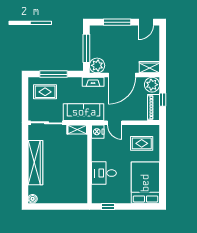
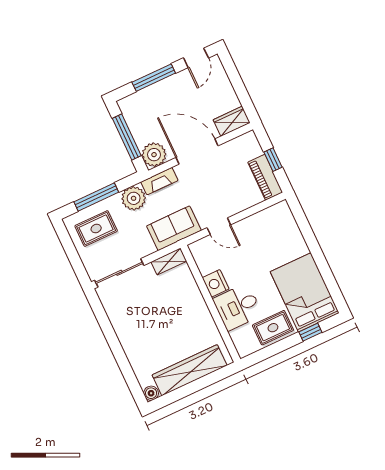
door: (122, 75) -> (197, 152), swing flipped
plant: (152, 85) -> (134, 198), moved
sofa: (84, 112) -> (174, 228), width x0.73
nightstand: (98, 132) -> (216, 283), moved
rug: (142, 143) -> (273, 328), moved
wardrobe: (35, 163) -> (190, 370), moved, turned -90
window: (108, 206) -> (310, 332), moved

